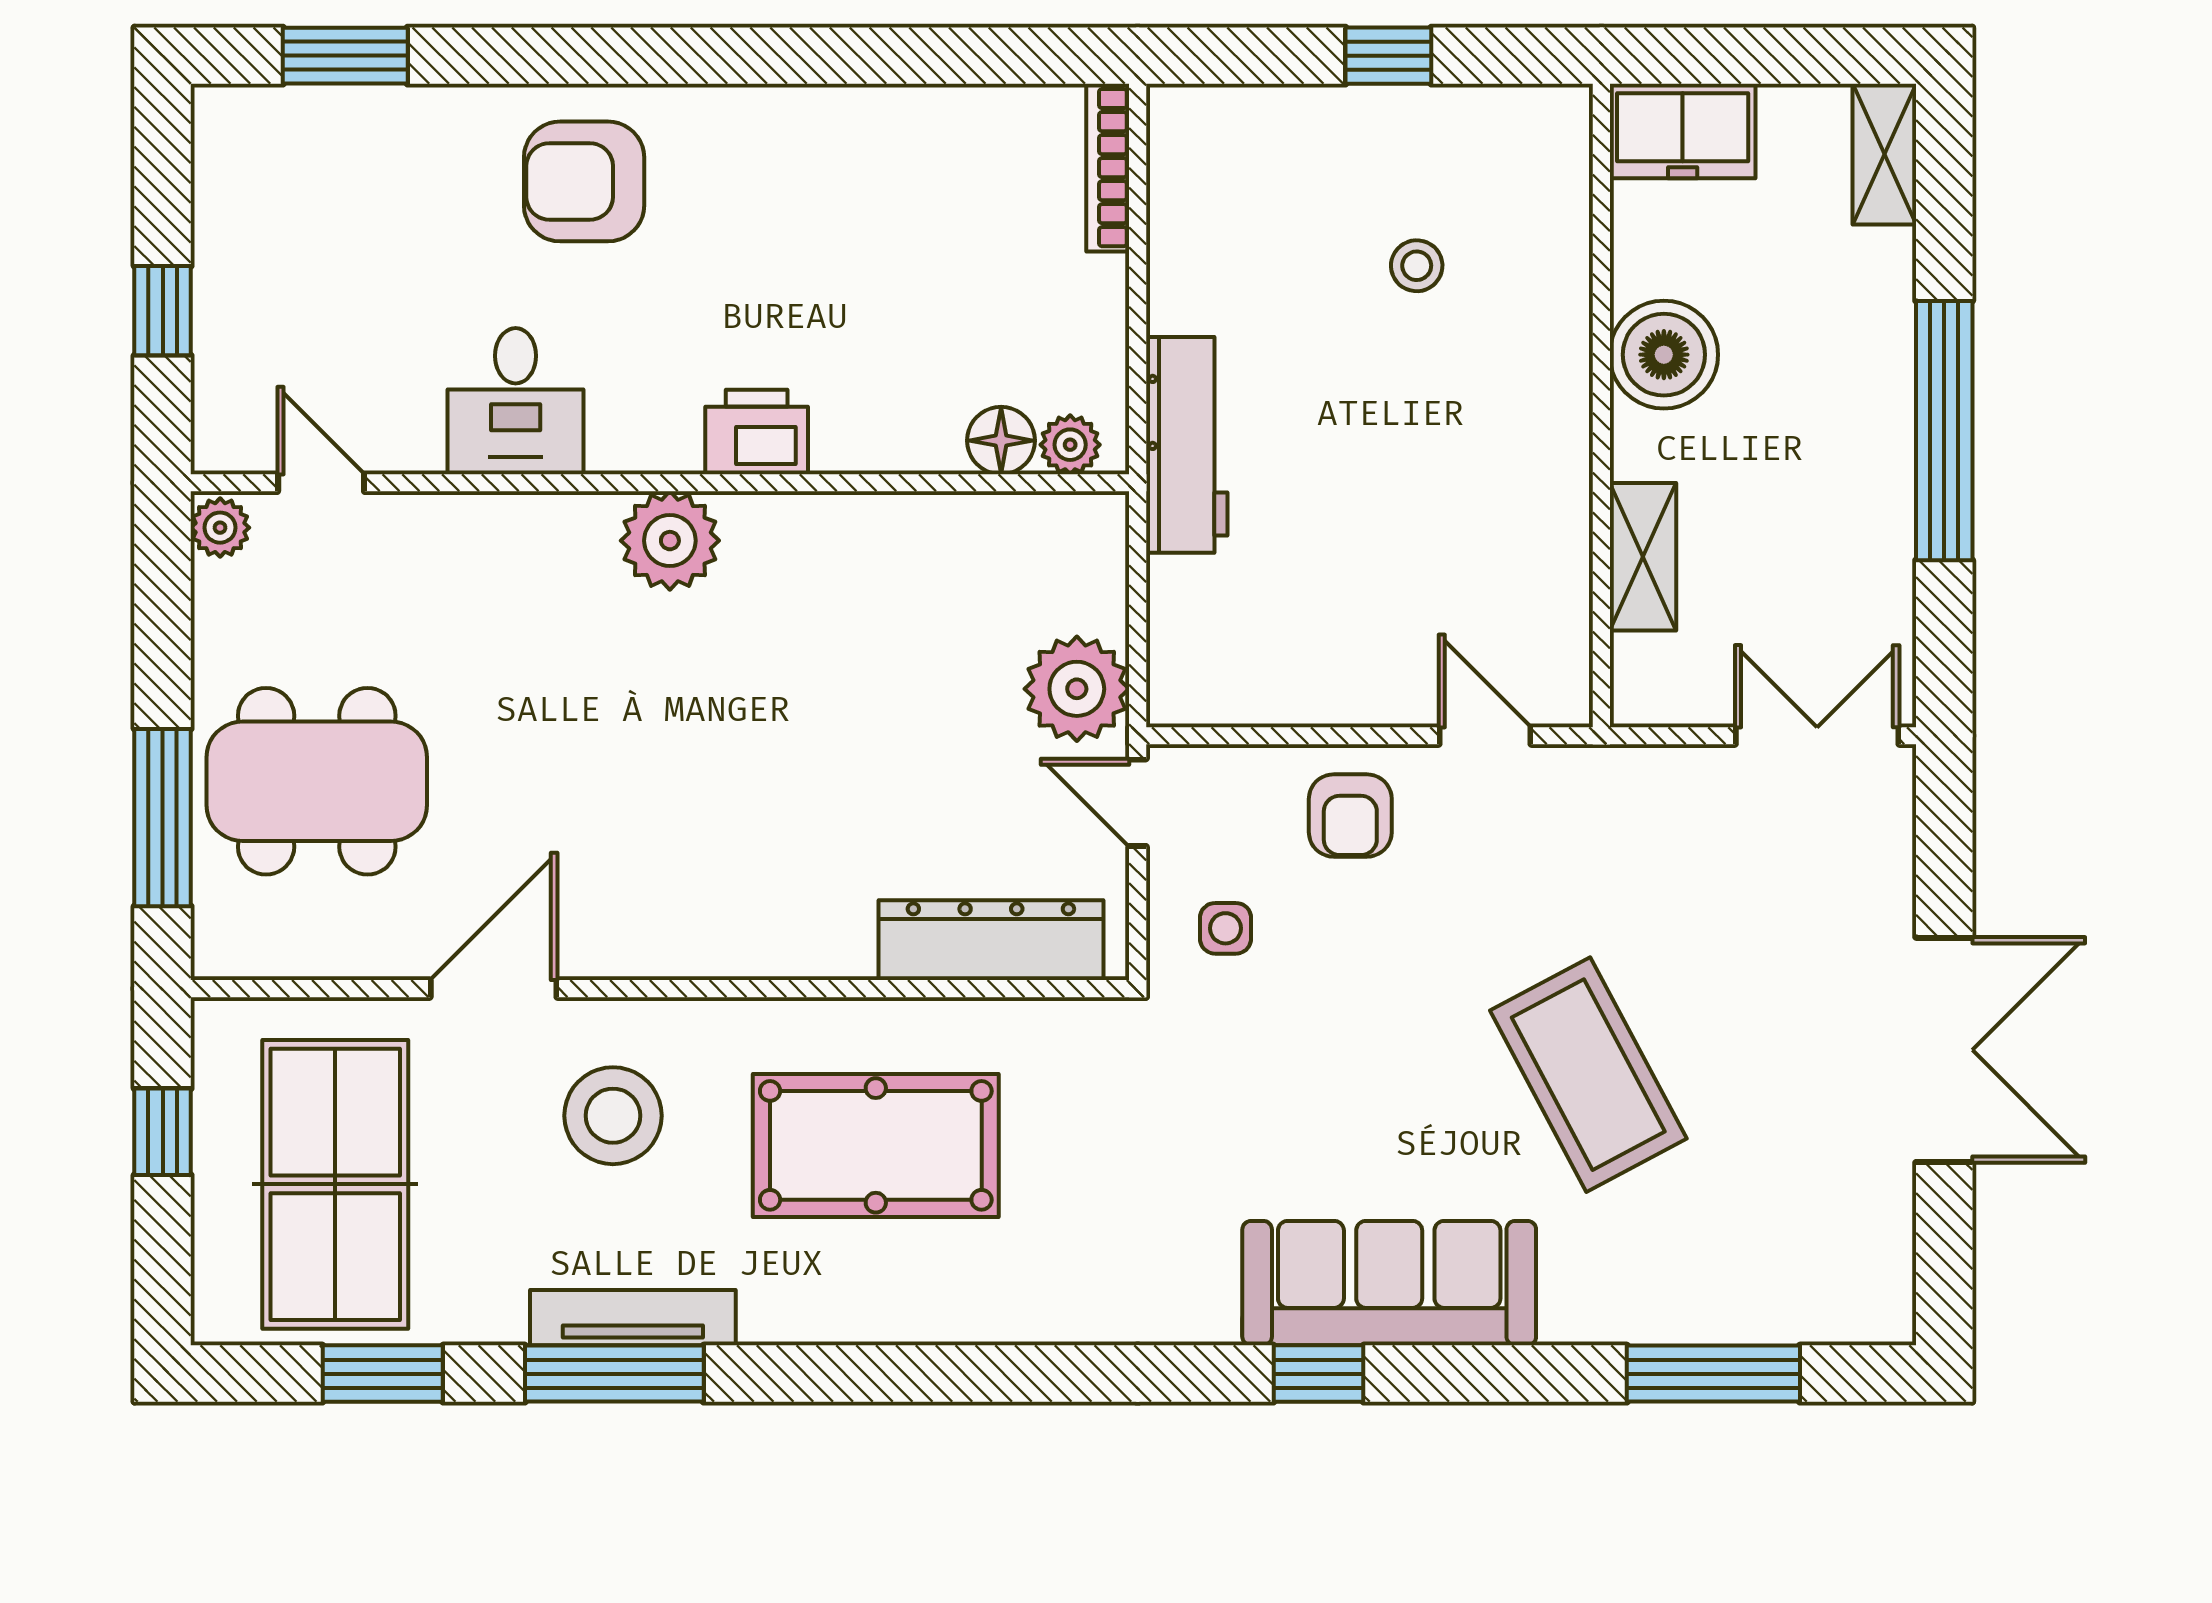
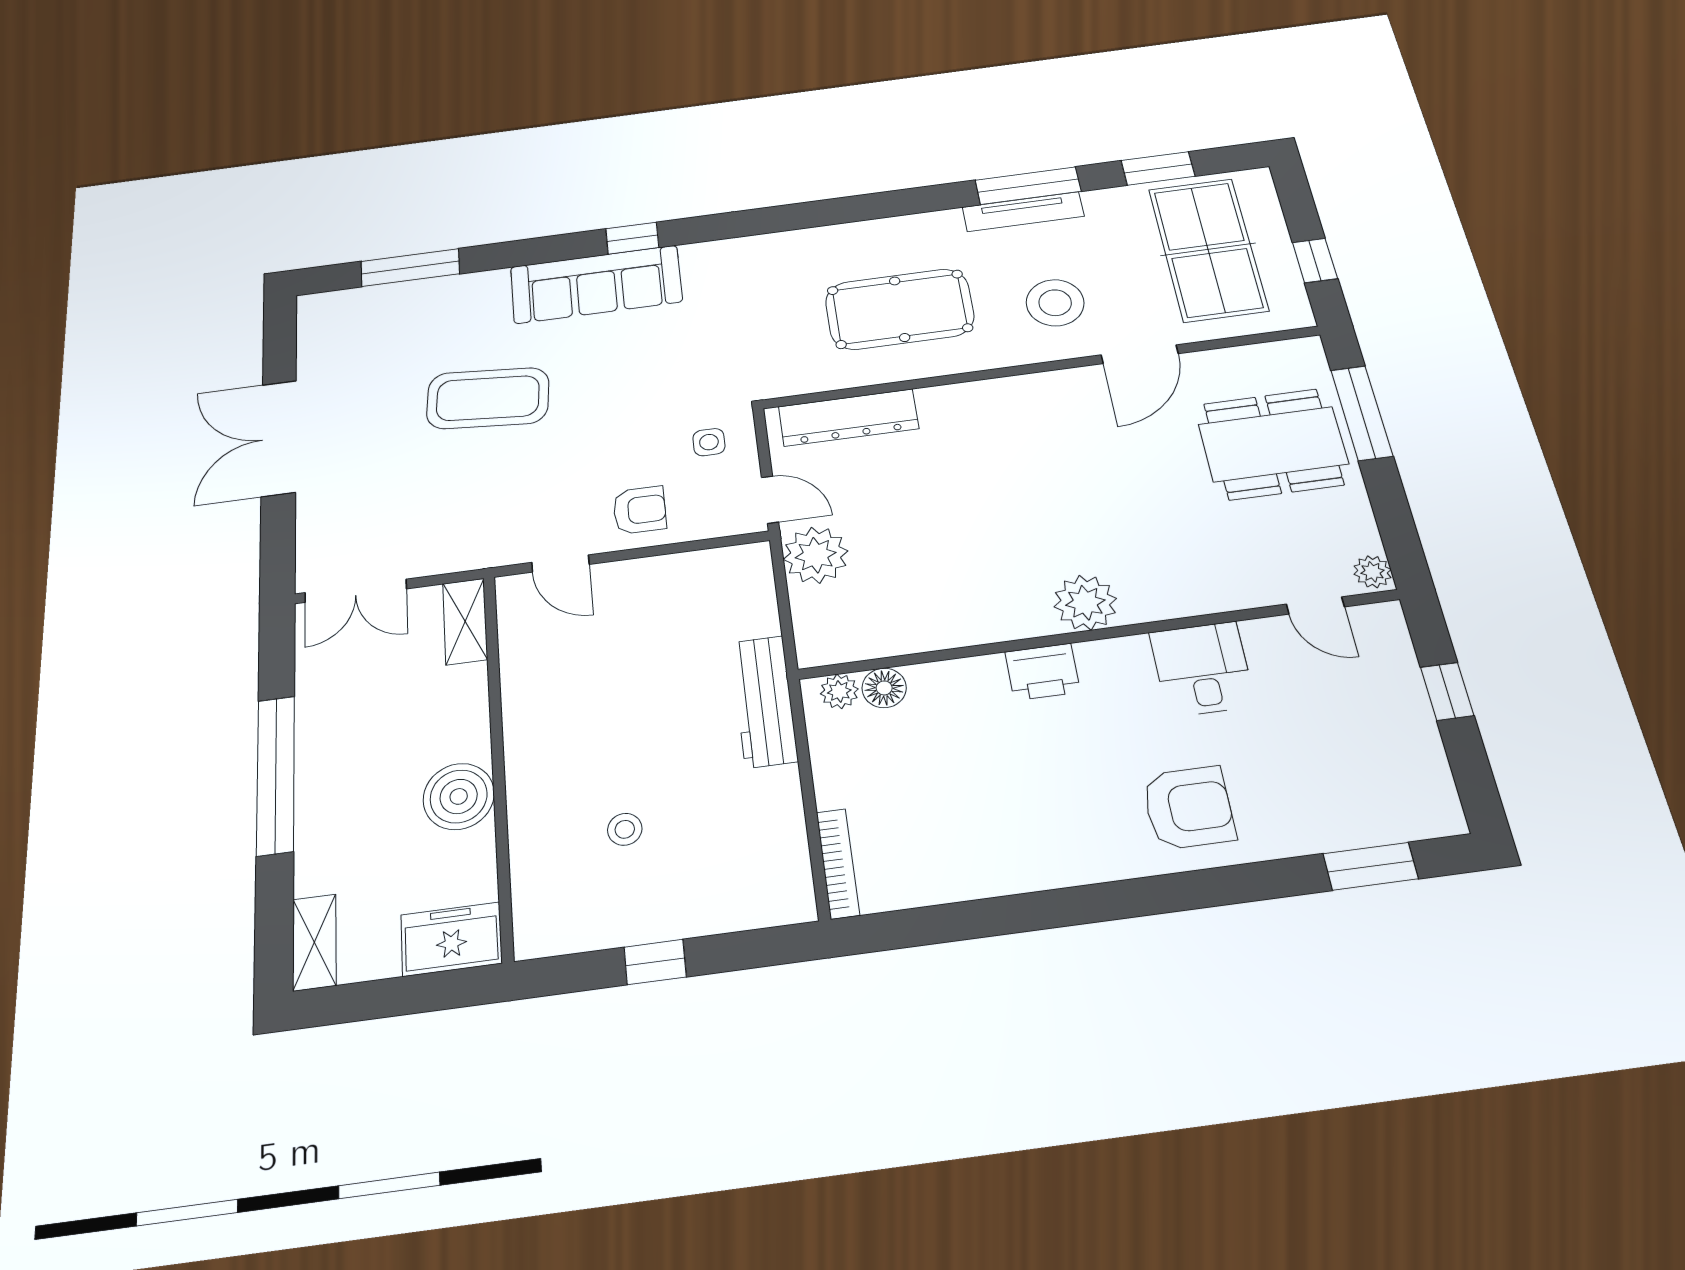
shelving: (1643, 557) -> (465, 621), moved
armchair: (1350, 816) -> (640, 510), turned 90
coffee table: (1588, 1075) -> (488, 398), turned -57

